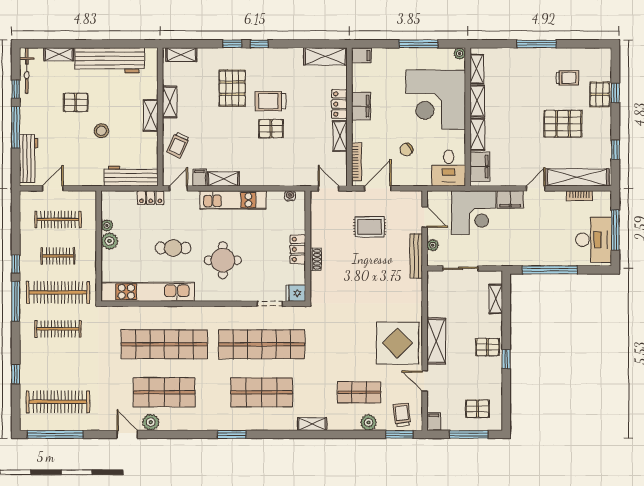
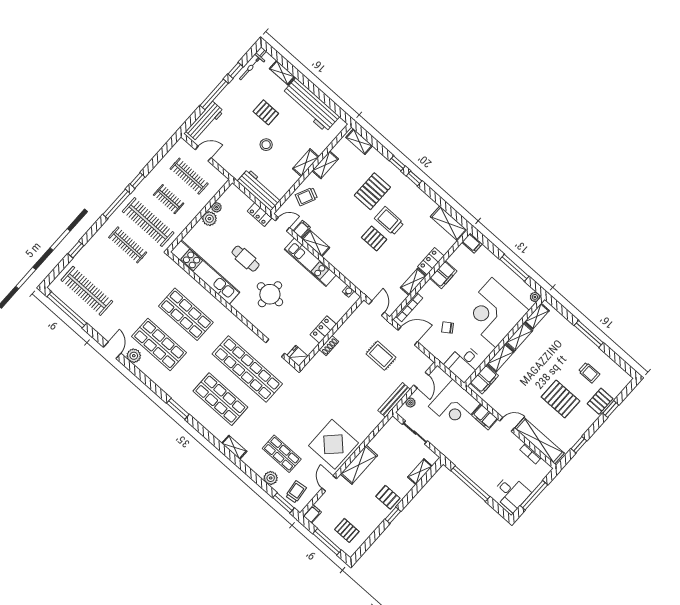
desk: (594, 240) -> (511, 493), width x0.73
shop shelf: (164, 344) -> (186, 314), width x0.71

